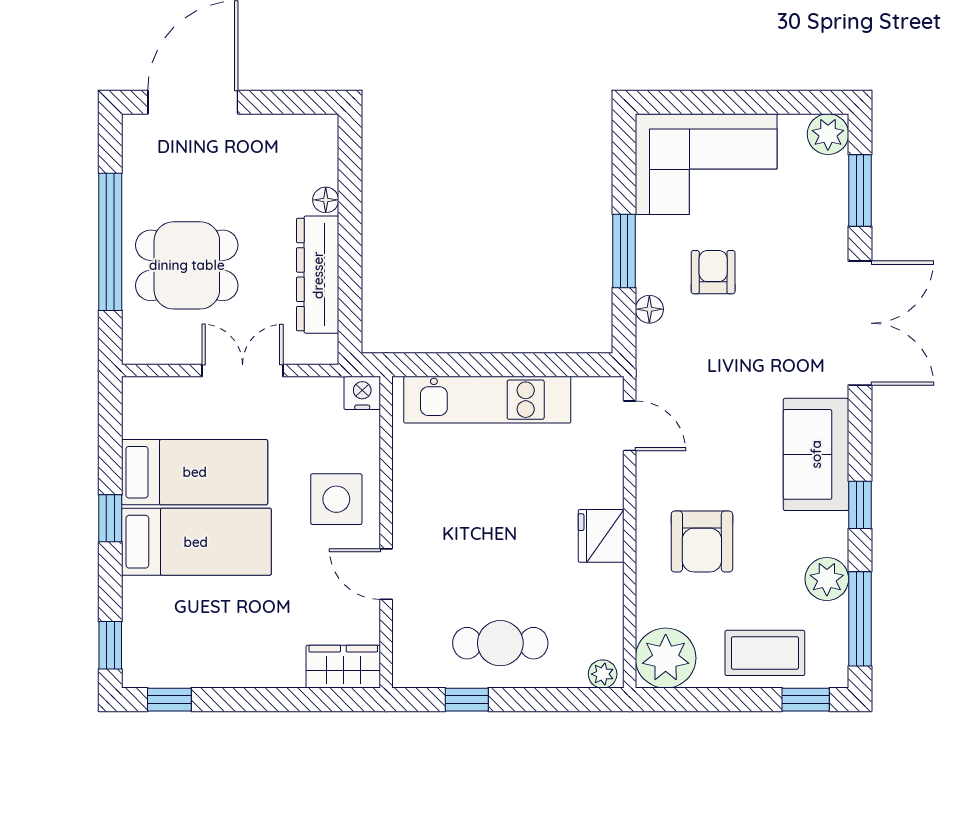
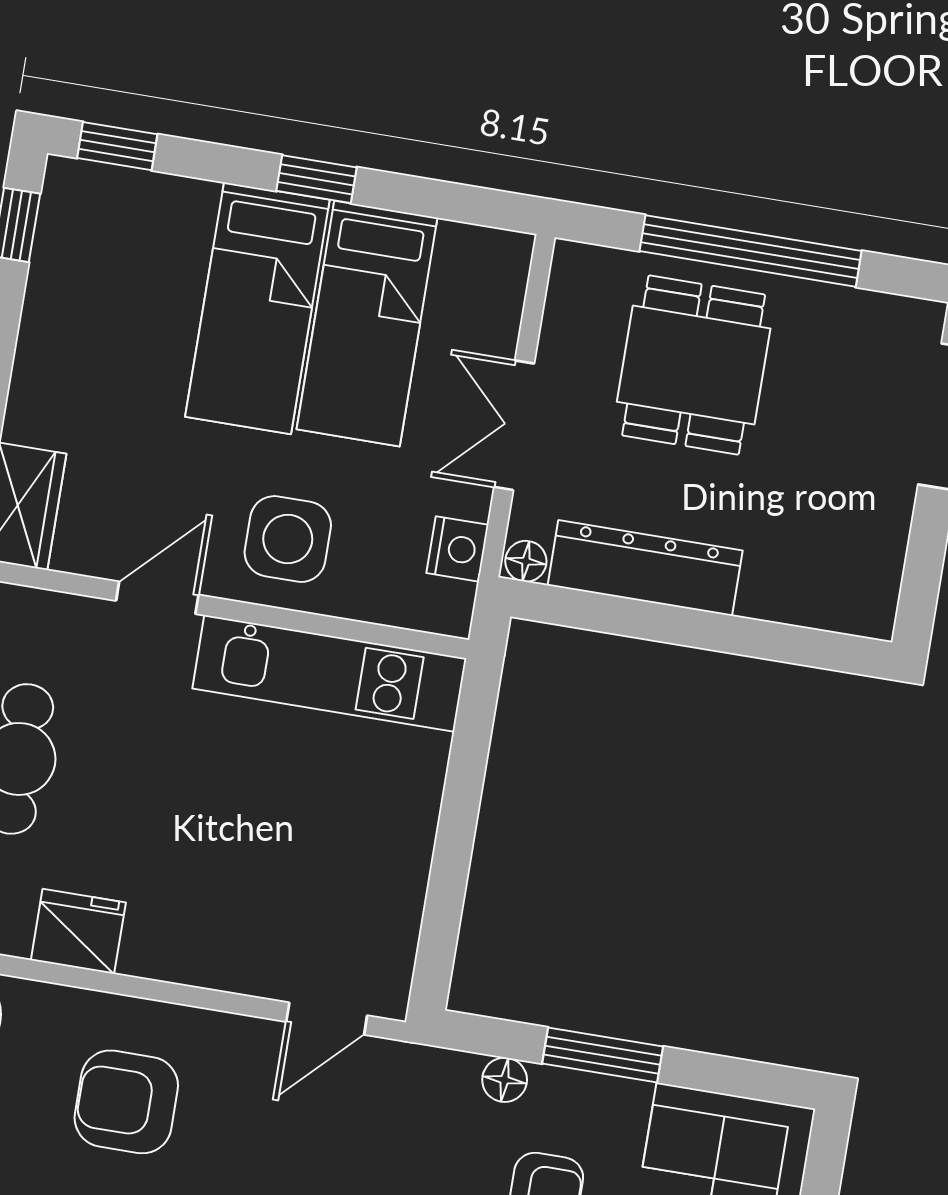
floor lamp: (326, 200) -> (526, 561), moved
double door: (243, 370) -> (514, 425), swing flipped
nightstand: (362, 393) -> (457, 549), moved
kitchen unit: (487, 400) -> (329, 673), moved, turned -90
fridge: (601, 536) -> (78, 931), moved

